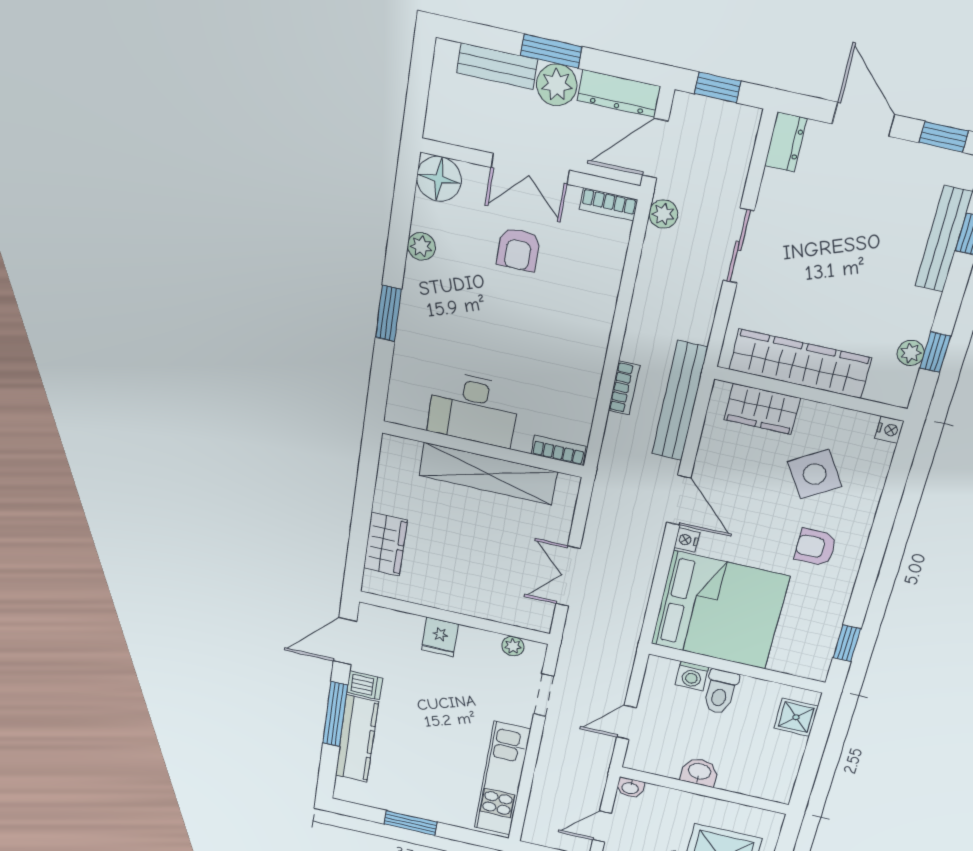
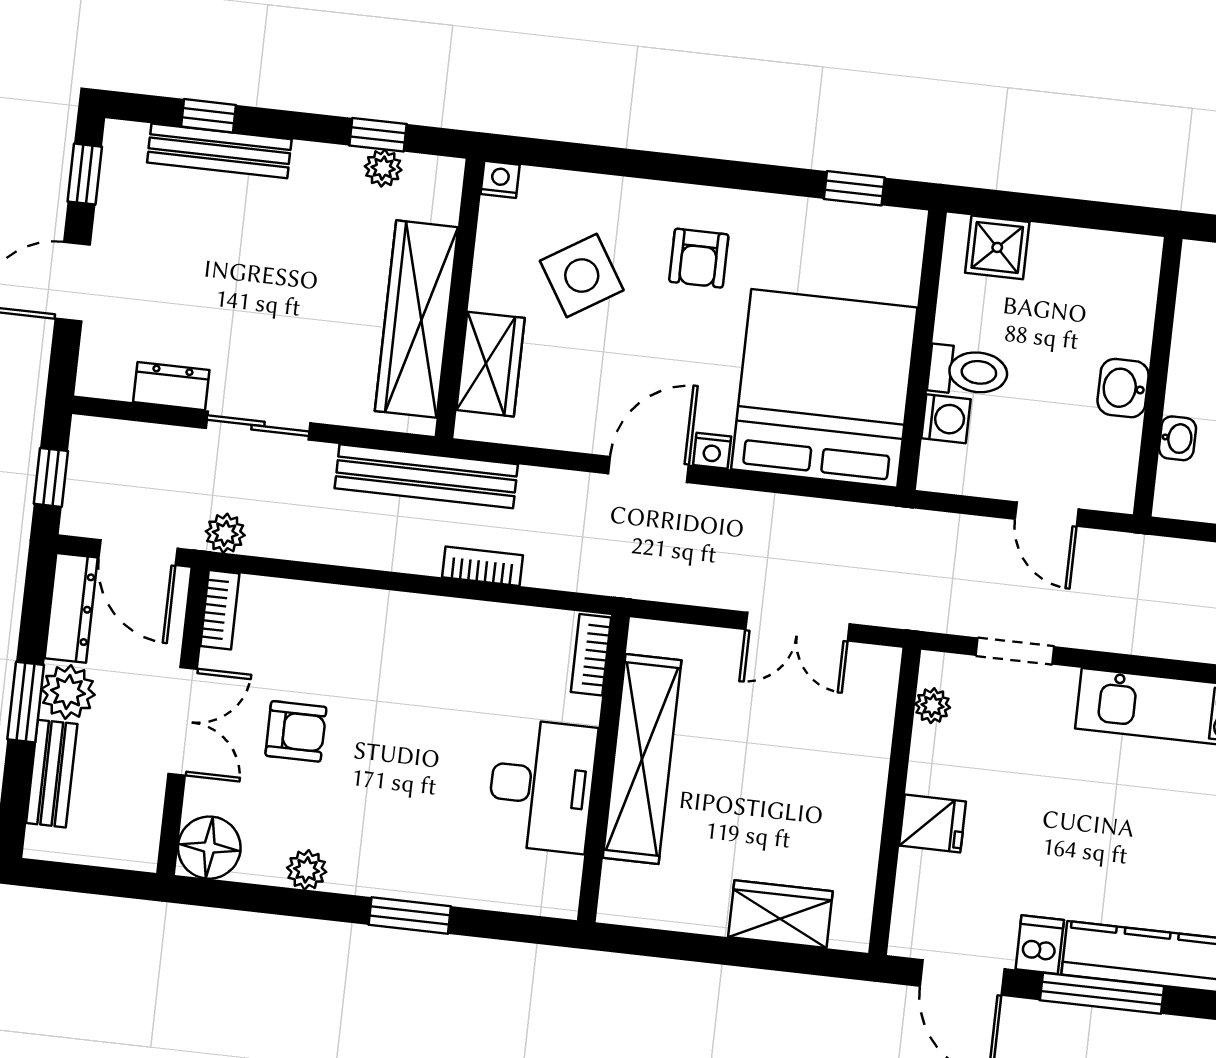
dresser: (786, 142) -> (171, 386), moved
bench: (680, 401) -> (426, 476), moved
washbasin: (630, 788) -> (1177, 438), moved

